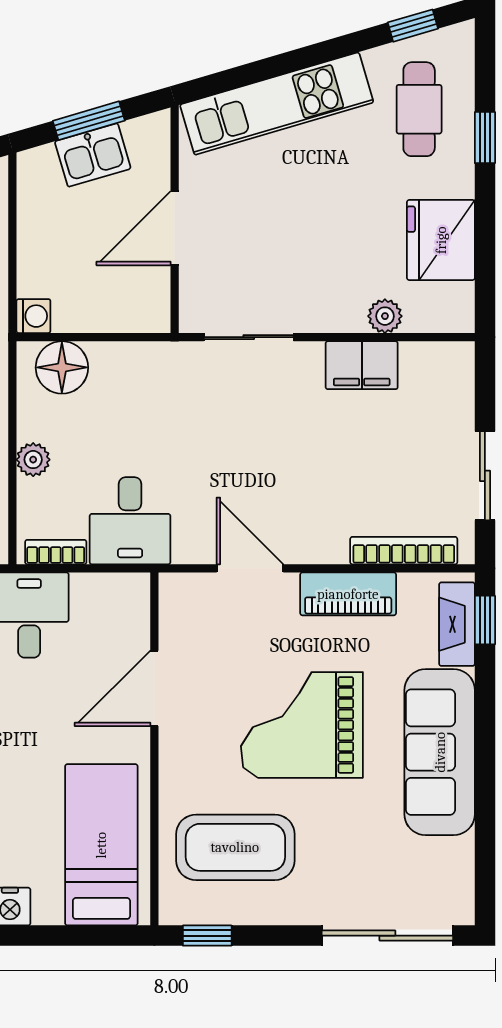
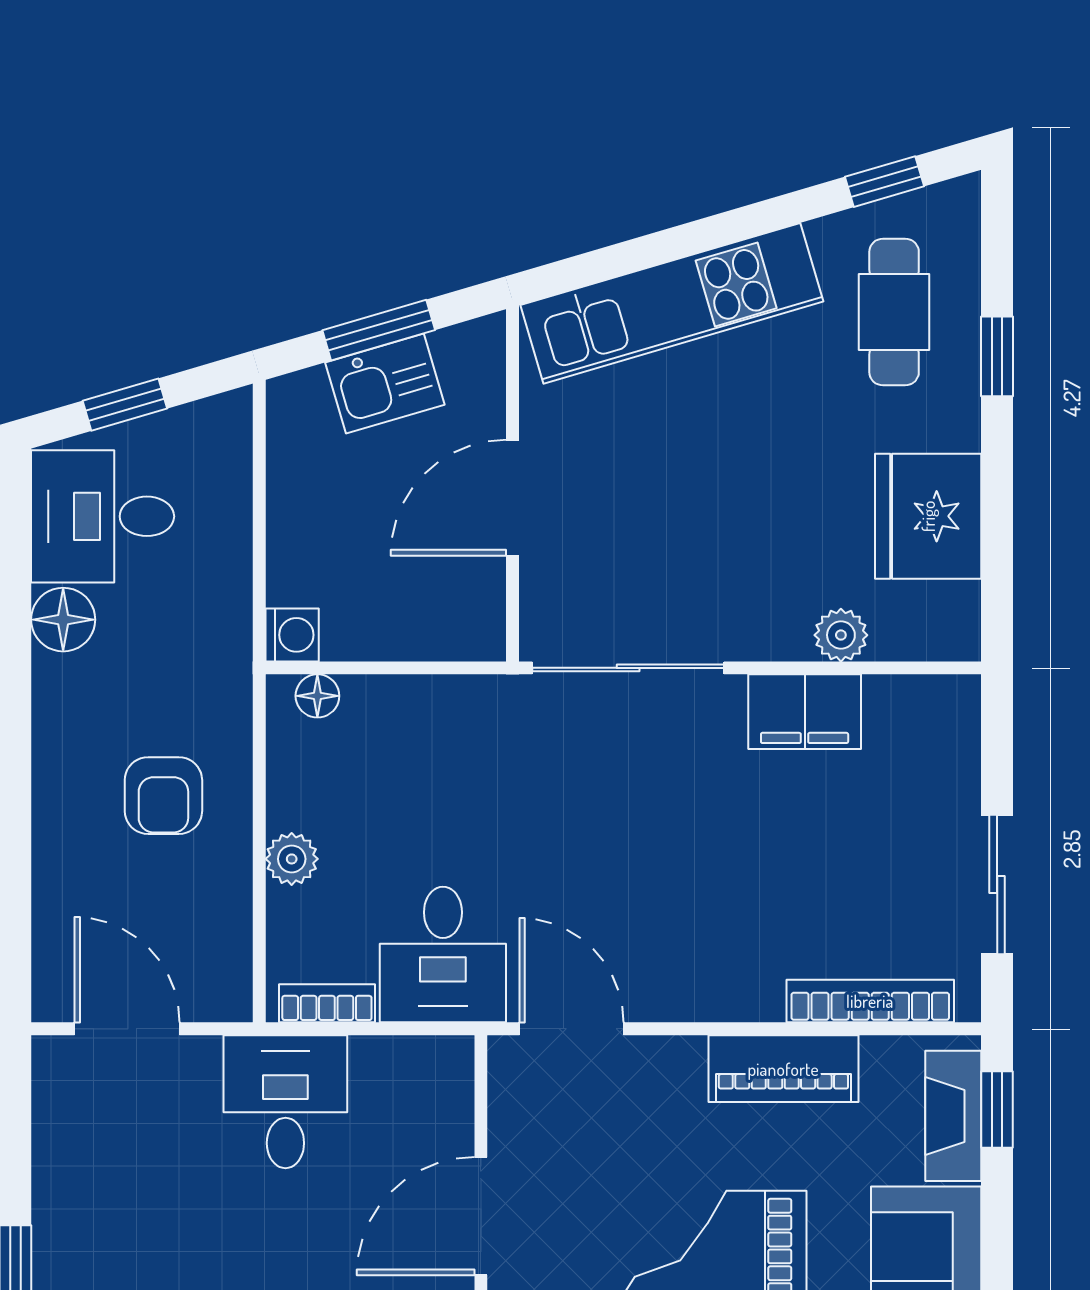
sliding door: (249, 337) -> (628, 668), width x1.37
floor lamp: (62, 367) -> (317, 696), width x0.53, depth x0.53
door: (250, 568) -> (571, 1029), moved

